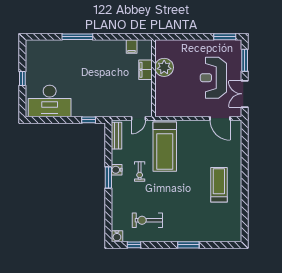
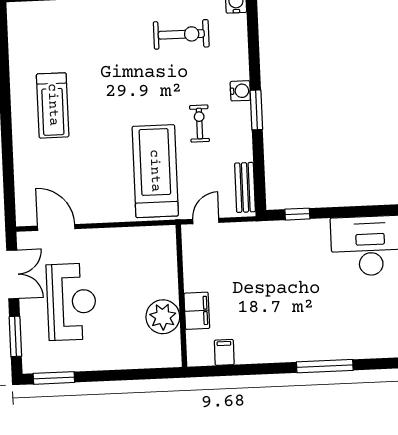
water cooler: (117, 170) -> (240, 91), moved

